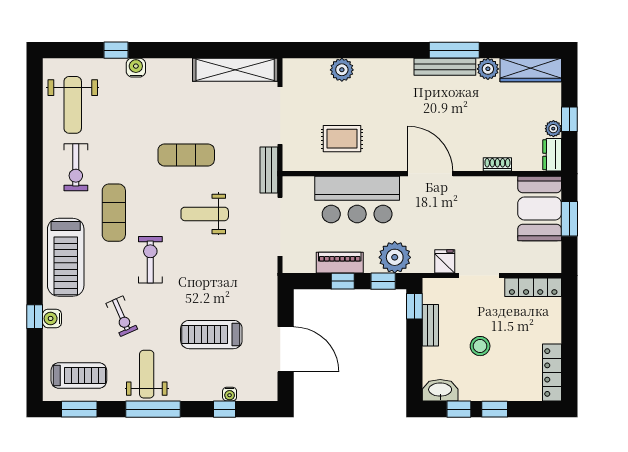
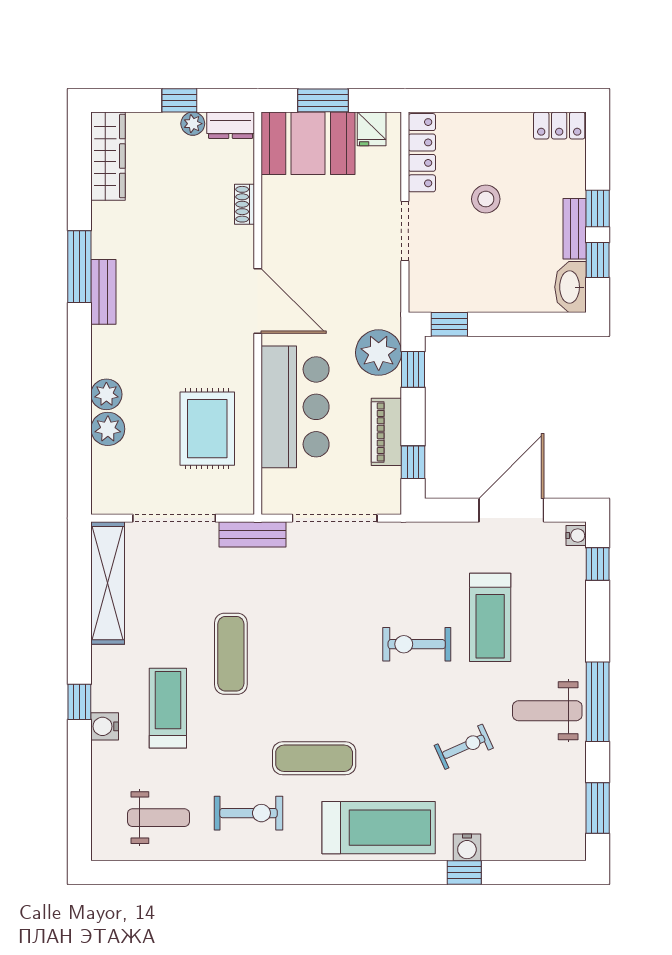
window: (116, 50) -> (79, 702), moved
bench: (445, 67) -> (103, 292), width x0.73
plant: (488, 69) -> (106, 394), moved
weight bench: (73, 105) -> (158, 818), width x0.73, depth x0.75
rug: (342, 139) -> (207, 429), width x1.36, depth x1.43
door: (430, 174) -> (258, 301), swing flipped
weight bench: (205, 214) -> (316, 627), removed
exercise bike: (150, 260) -> (417, 644), moved
fridge: (445, 261) -> (372, 129), moved, turned -90
window: (343, 281) -> (413, 462), moved
bench: (430, 325) -> (575, 229), moved, turned 90
stool: (480, 346) -> (486, 199), moved
locker: (552, 373) -> (559, 125), width x0.66
treadmill: (79, 376) -> (168, 708), moved
water cooler: (230, 394) -> (576, 536), moved
window: (225, 409) -> (598, 564), moved

